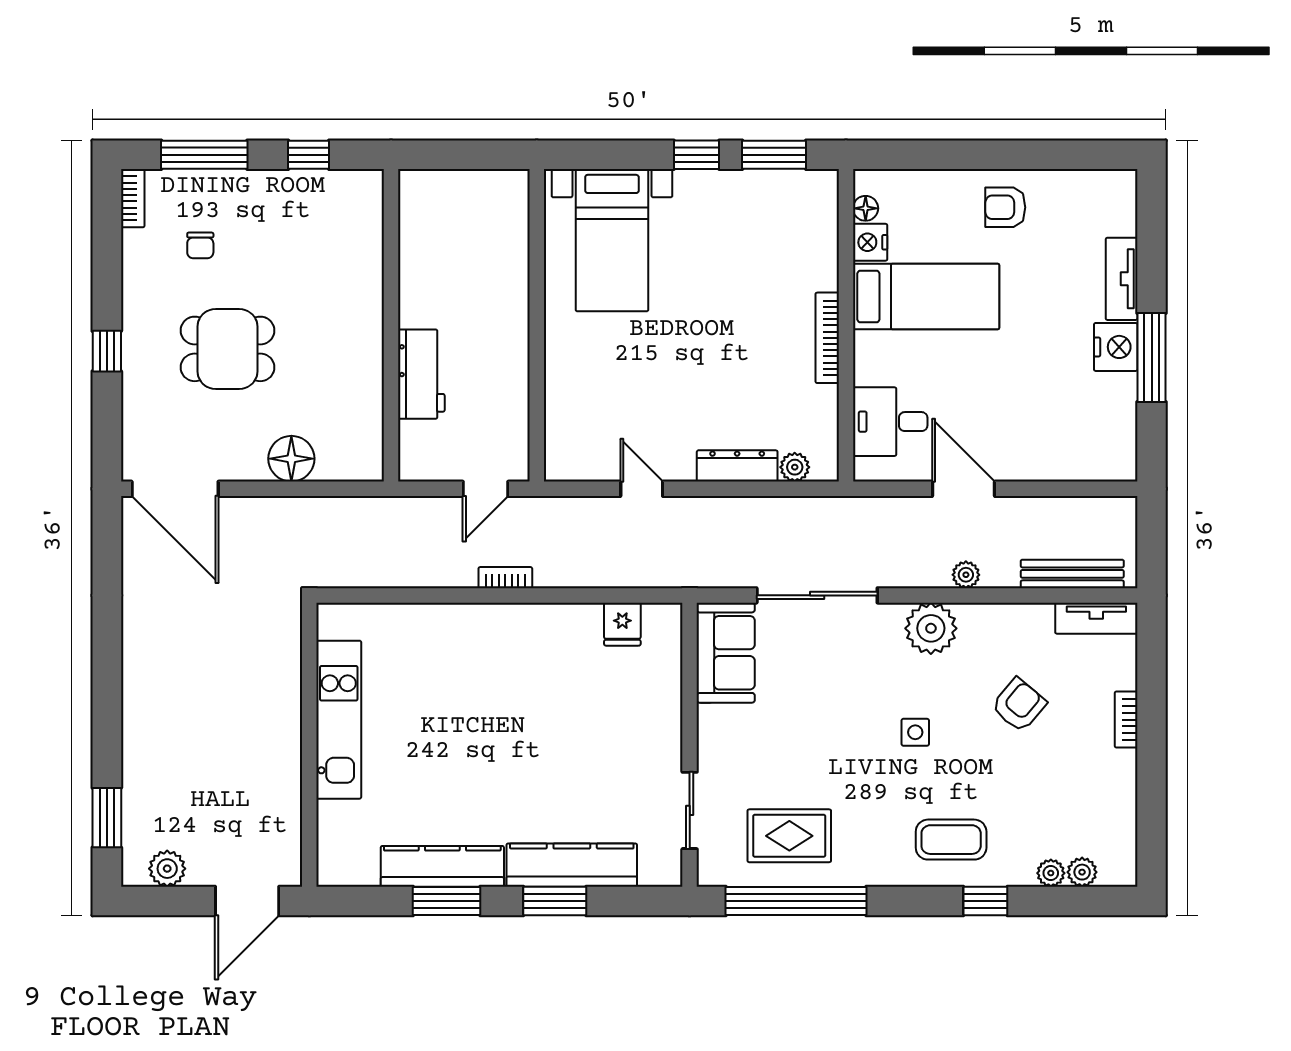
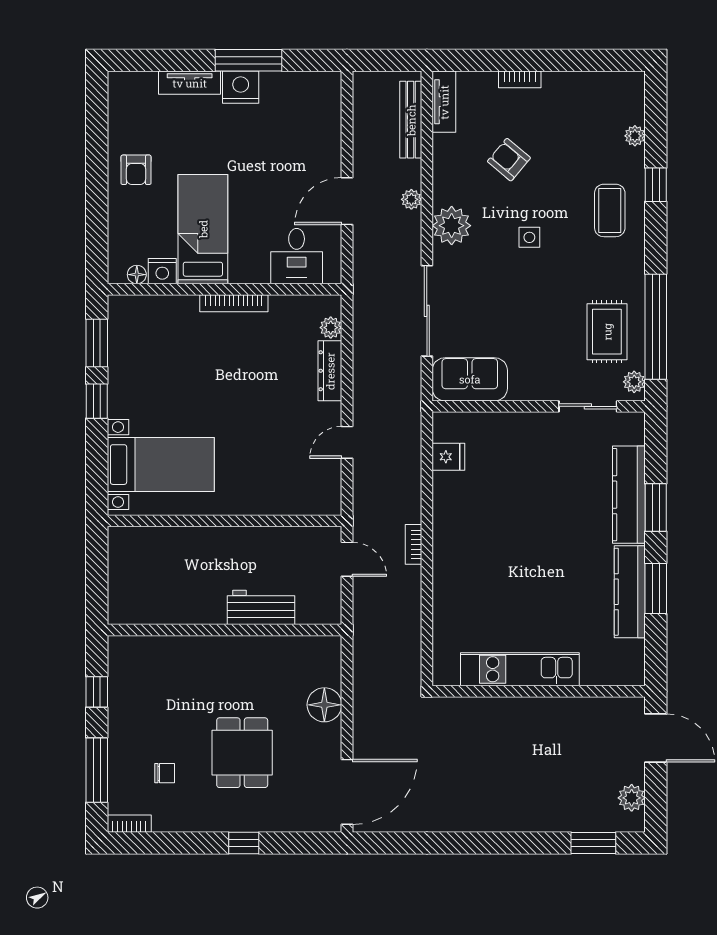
plant: (1082, 872) -> (634, 382), moved

